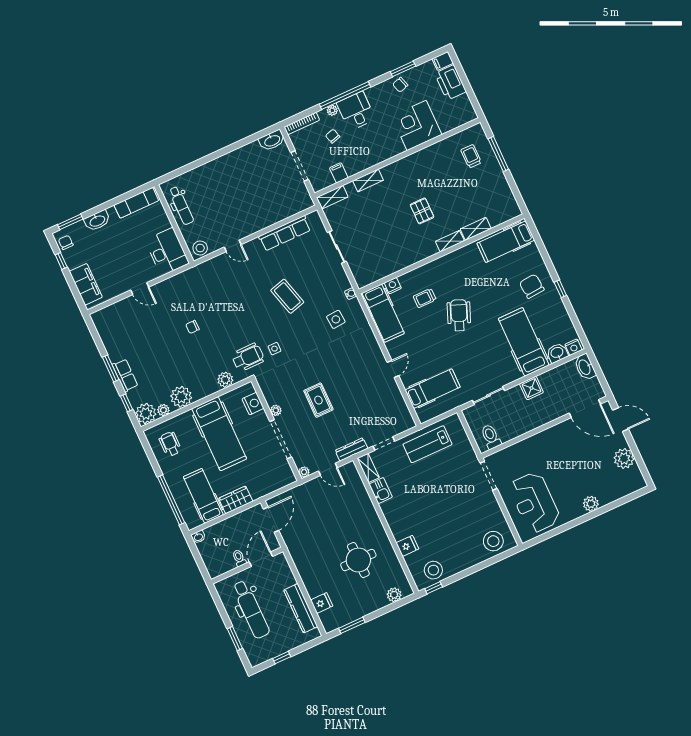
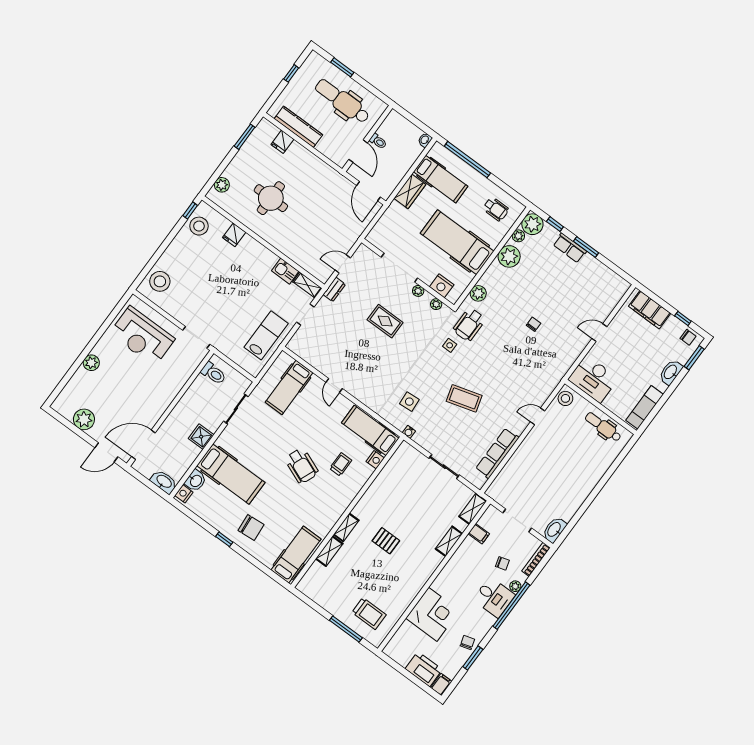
trolley: (471, 156) -> (369, 614), width x1.36, depth x1.39
dresser: (351, 449) -> (334, 289), width x0.70
plant: (304, 472) -> (436, 304), moved
reception desk: (534, 502) -> (142, 336), turned 180

